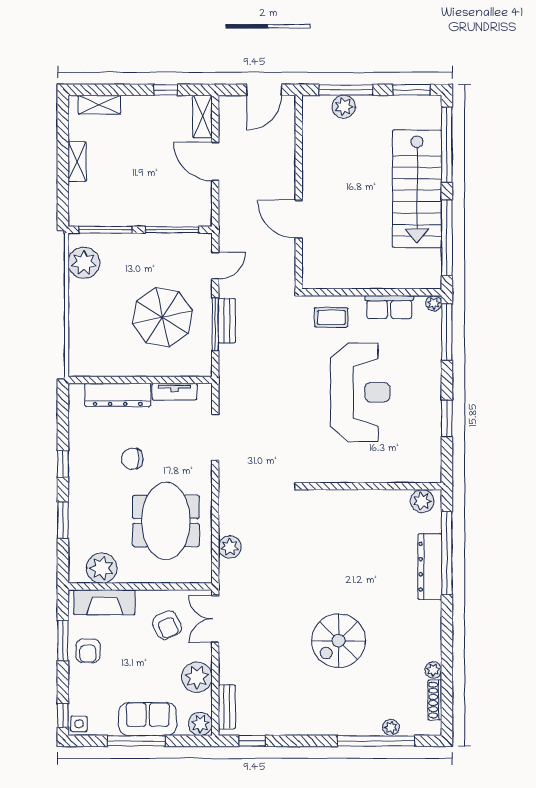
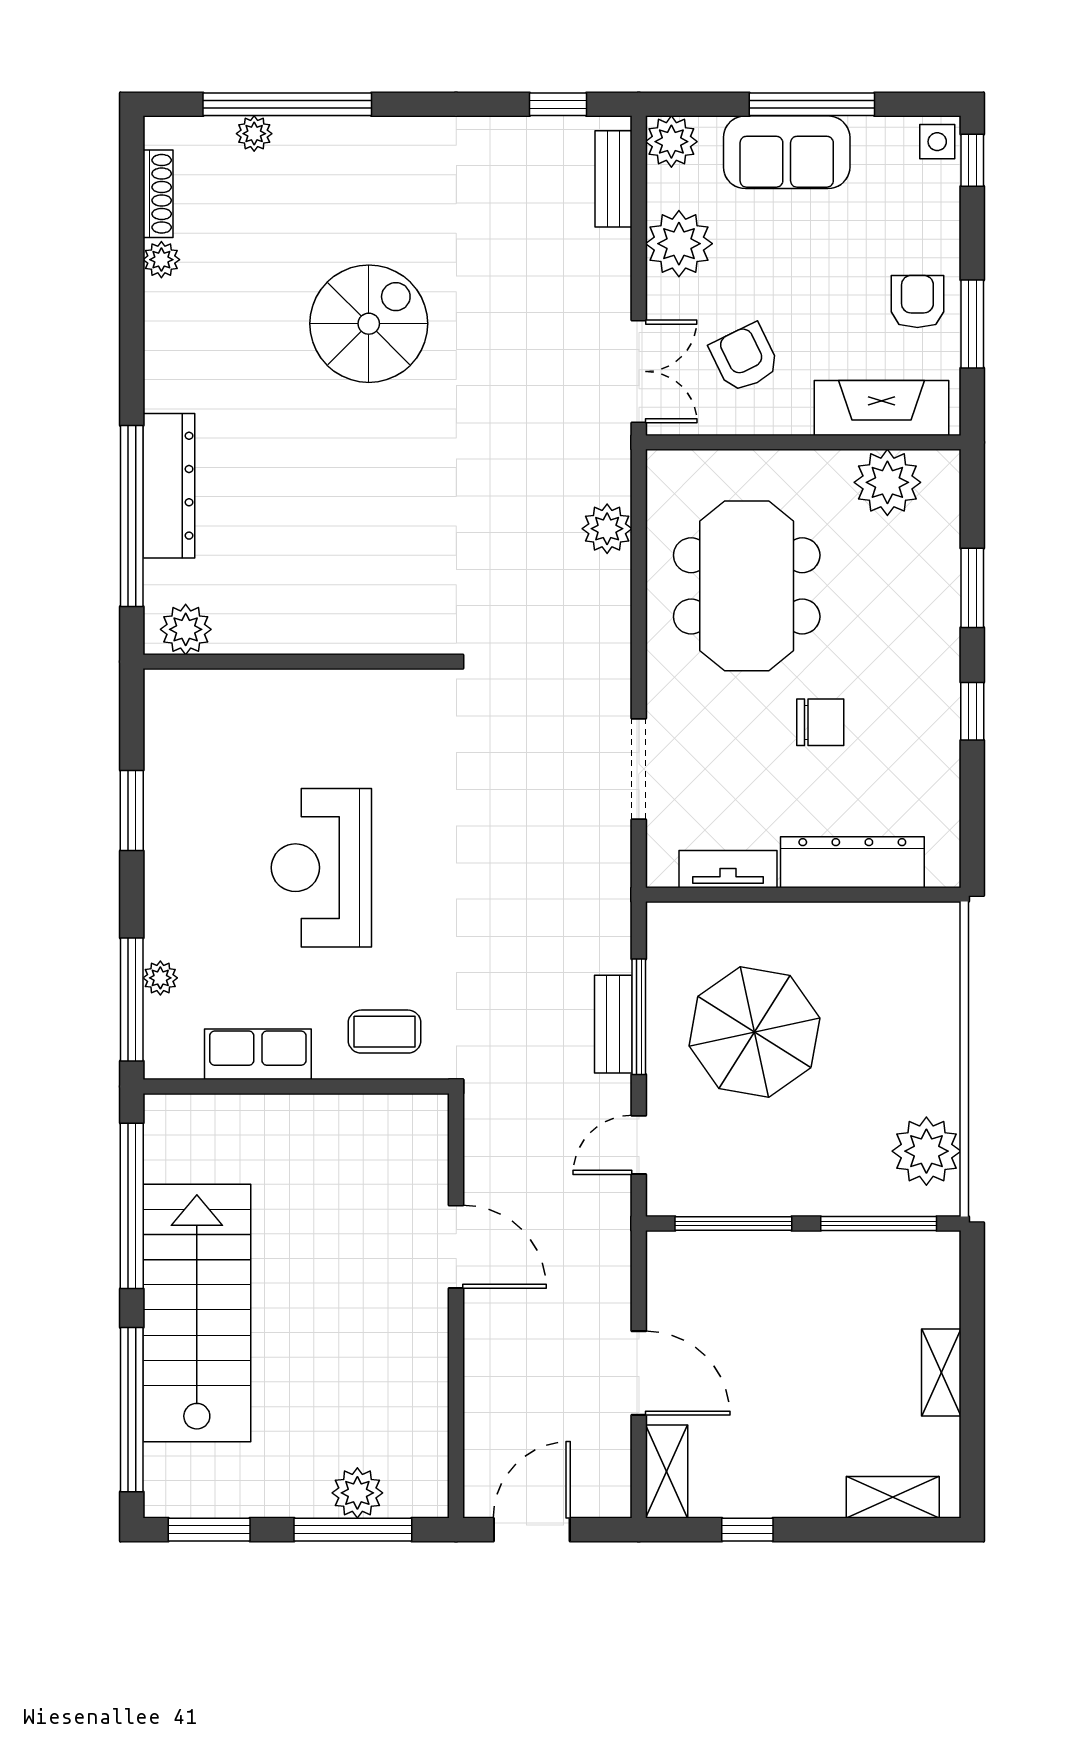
plant: (434, 303) -> (160, 978), moved
reception desk: (360, 392) -> (321, 868), width x0.74, depth x0.77

